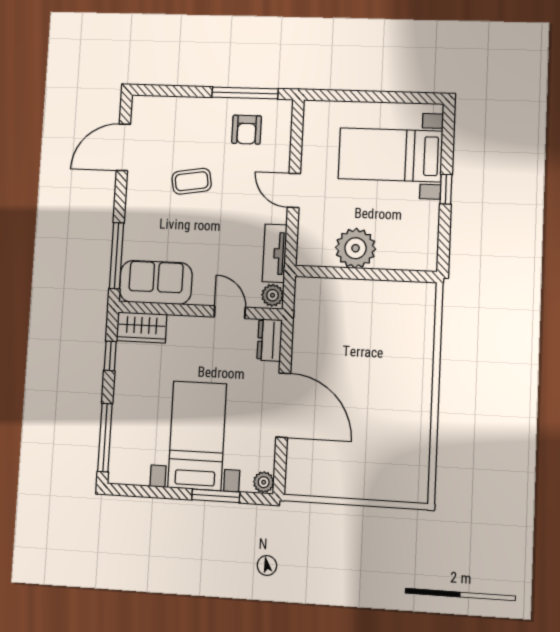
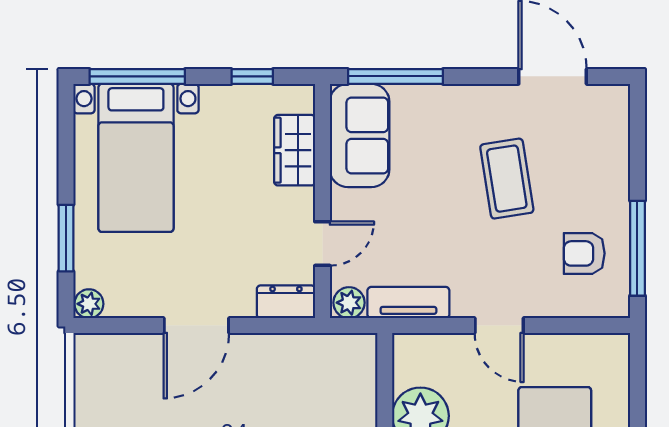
coffee table: (192, 181) -> (507, 179), width x1.36, depth x1.30
door: (294, 190) -> (499, 326), swing flipped
wardrobe: (142, 328) -> (295, 150), moved
door: (283, 405) -> (196, 326), width x0.73
bed with nightstands: (197, 436) -> (136, 158), moved, turned 90

